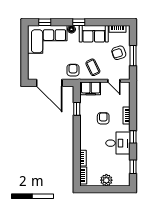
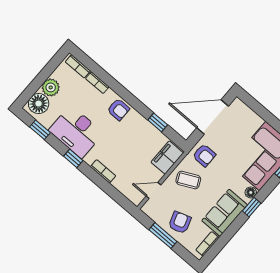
armchair: (103, 118) -> (118, 109), moved
desk: (118, 143) -> (76, 132), width x1.37
floor lamp: (120, 179) -> (39, 104), added

